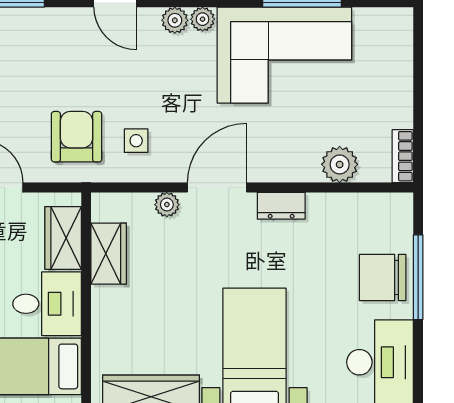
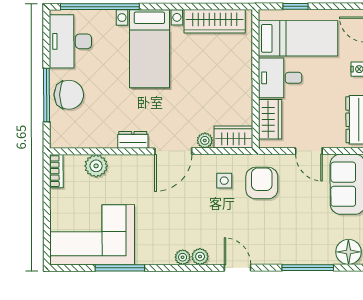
corner sofa: (284, 55) -> (92, 235), moved
armchair: (77, 137) -> (262, 183), turned 180
wardrobe: (109, 254) -> (233, 137), moved, turned 90

